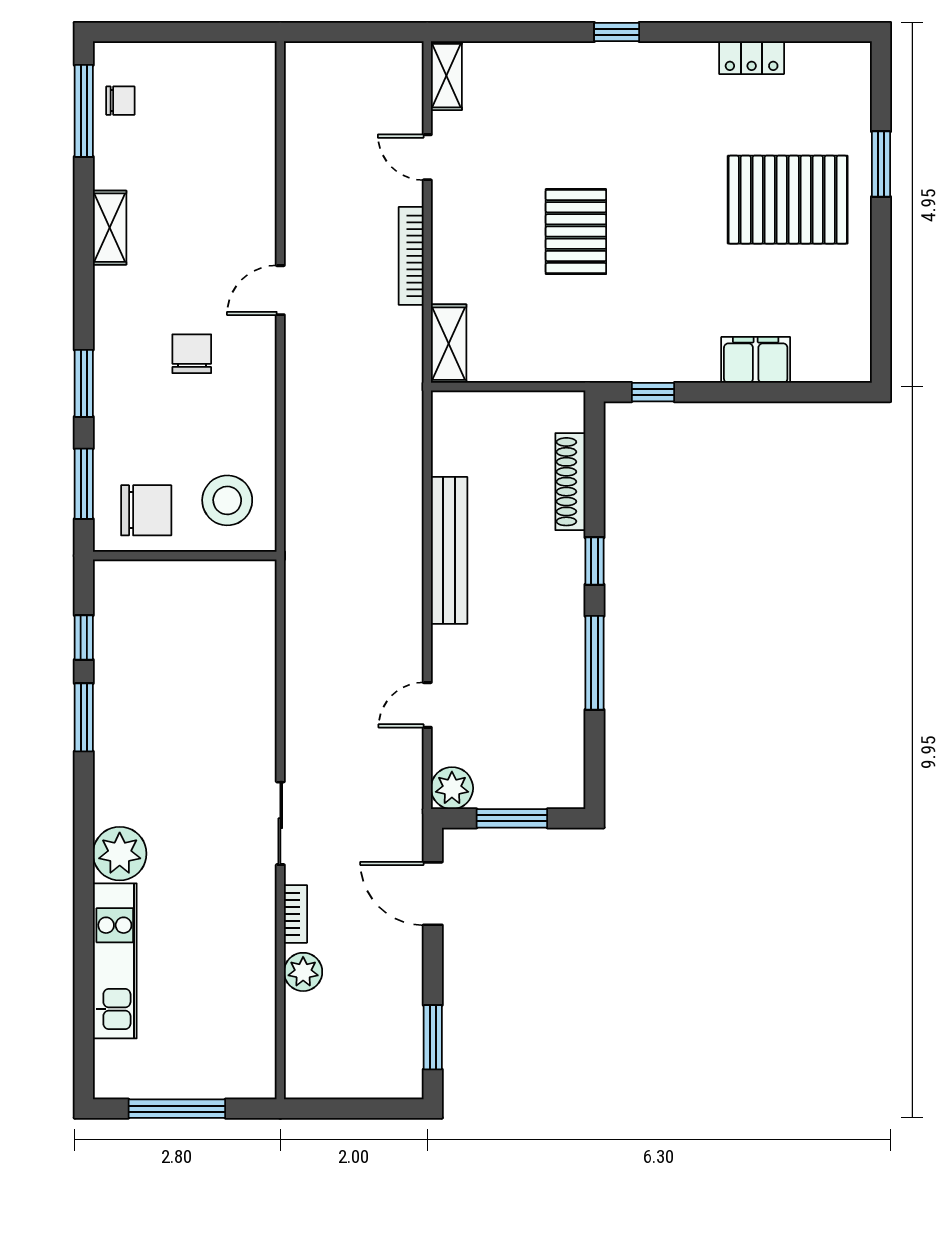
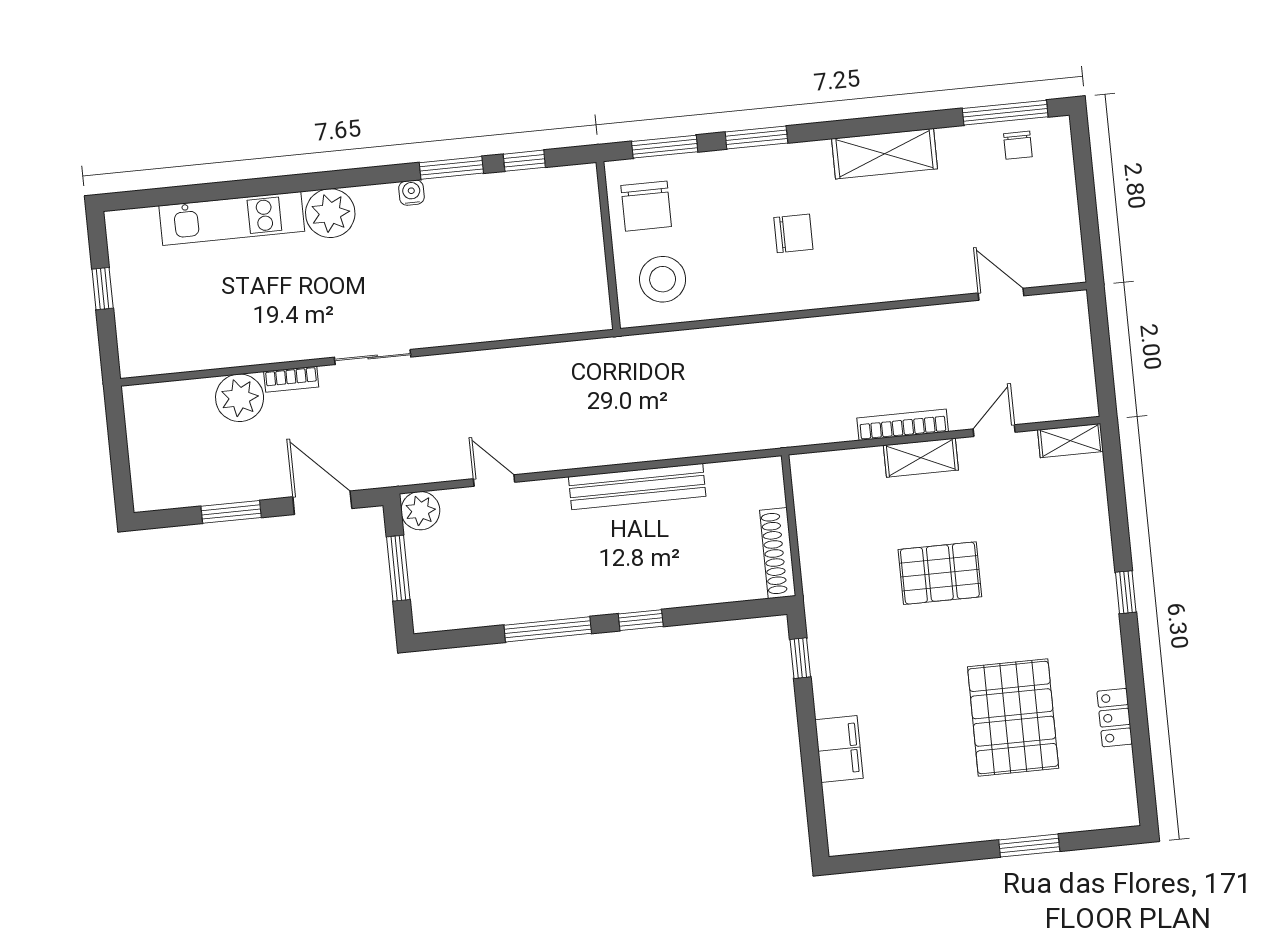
pallet: (788, 200) -> (1013, 717), moved
shelving: (110, 228) -> (885, 154), width x1.50, depth x1.33
door: (280, 290) -> (1001, 294), moved
shelving: (449, 344) -> (921, 458), moved
shoe rack: (570, 482) -> (778, 553), moved, turned -90
water cooler: (106, 763) -> (411, 193), added
door: (433, 894) -> (322, 503), hinge flipped
plant: (303, 972) -> (240, 398), width x1.36, depth x1.36
window: (433, 1037) -> (231, 512), moved
window: (177, 1109) -> (103, 289), width x0.46

